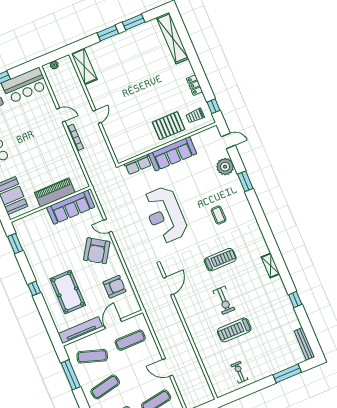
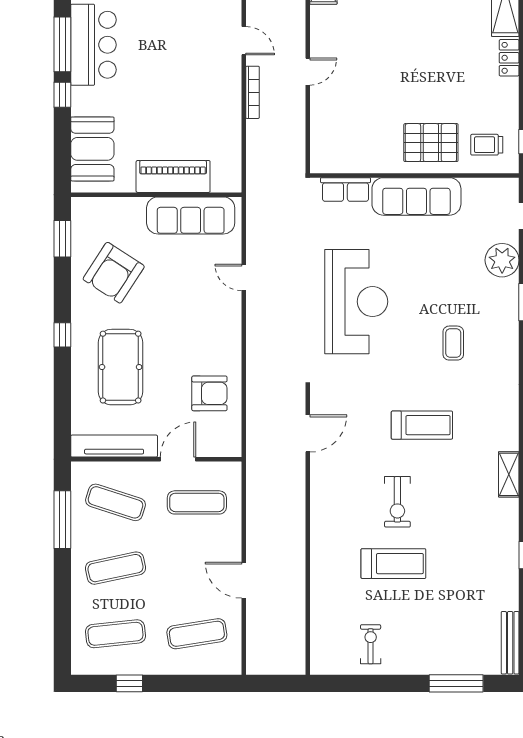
locker: (194, 85) -> (509, 58), moved
reception desk: (165, 215) -> (356, 302), turned 180
armchair: (97, 251) -> (114, 273), moved
treadmill: (234, 330) -> (393, 564), turned 180

